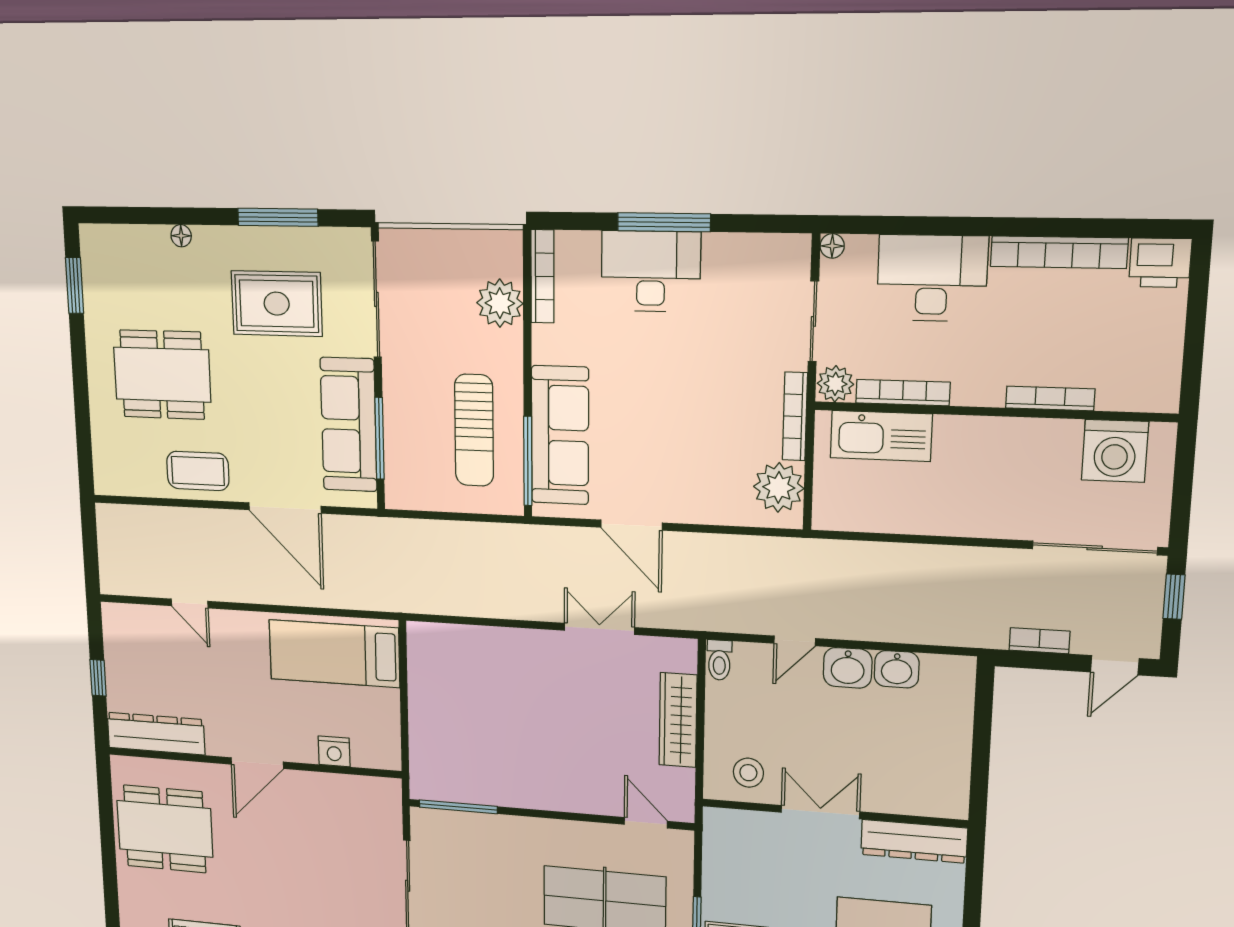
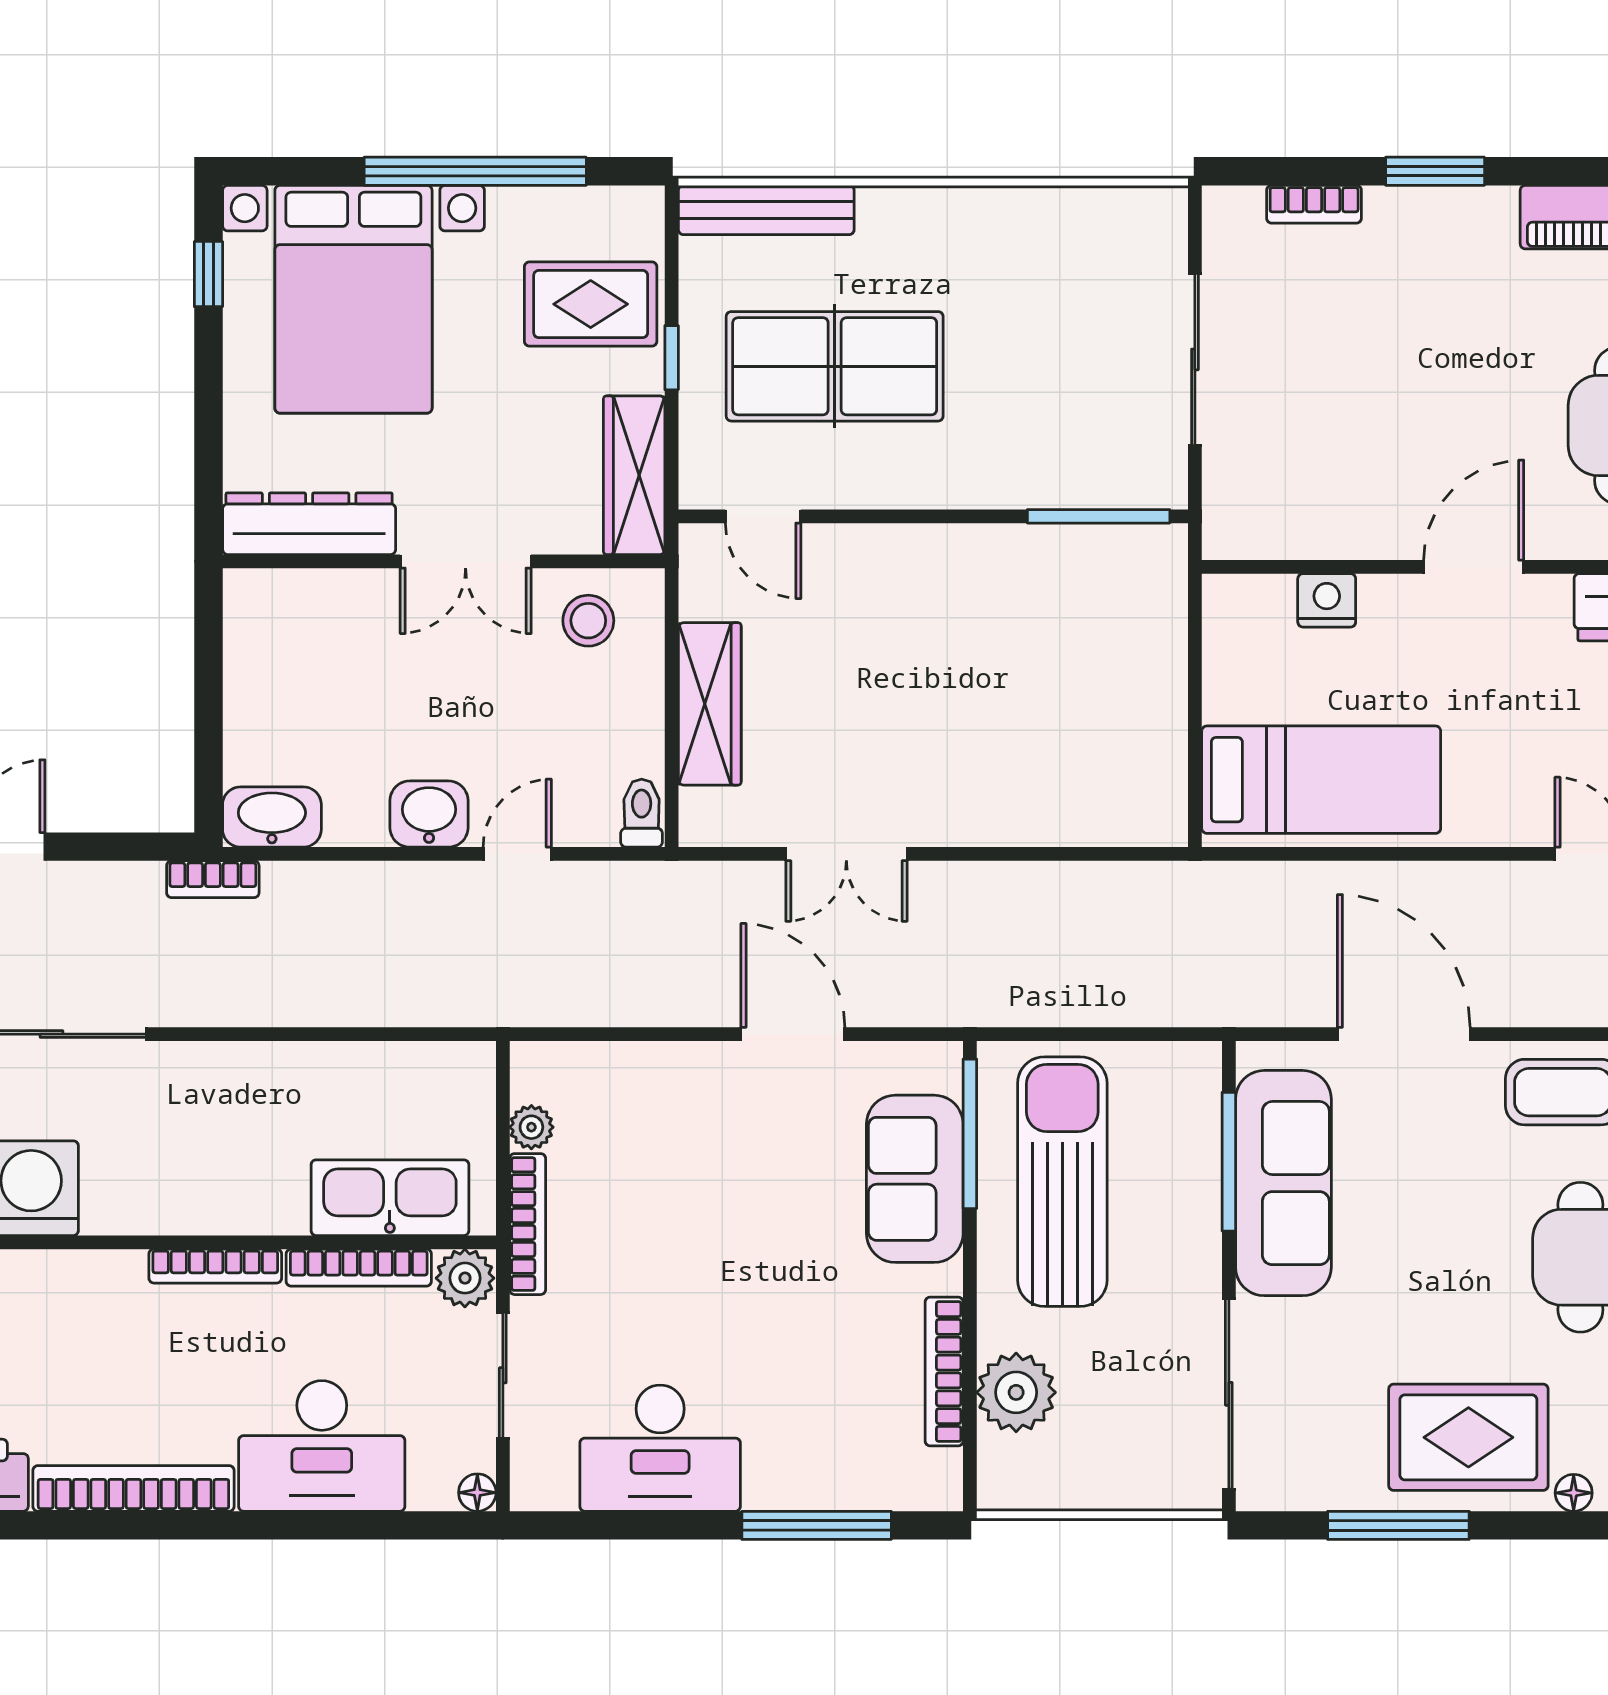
window: (664, 222) -> (817, 1525), moved
desk: (651, 271) -> (660, 1448), moved
bookcase: (542, 276) -> (944, 1371), moved
rug: (277, 304) -> (1468, 1437), moved
bookcase: (1050, 398) -> (215, 1266), moved
sun lounger: (474, 430) -> (1062, 1182), width x1.36, depth x1.34
sofa: (560, 435) -> (915, 1179), width x0.73
plant: (779, 487) -> (531, 1127), width x0.53, depth x0.53
bookcase: (1039, 641) -> (213, 879), moved
washbasin: (897, 669) -> (272, 817), moved, width x1.38
wardrobe: (720, 852) -> (634, 475), added

